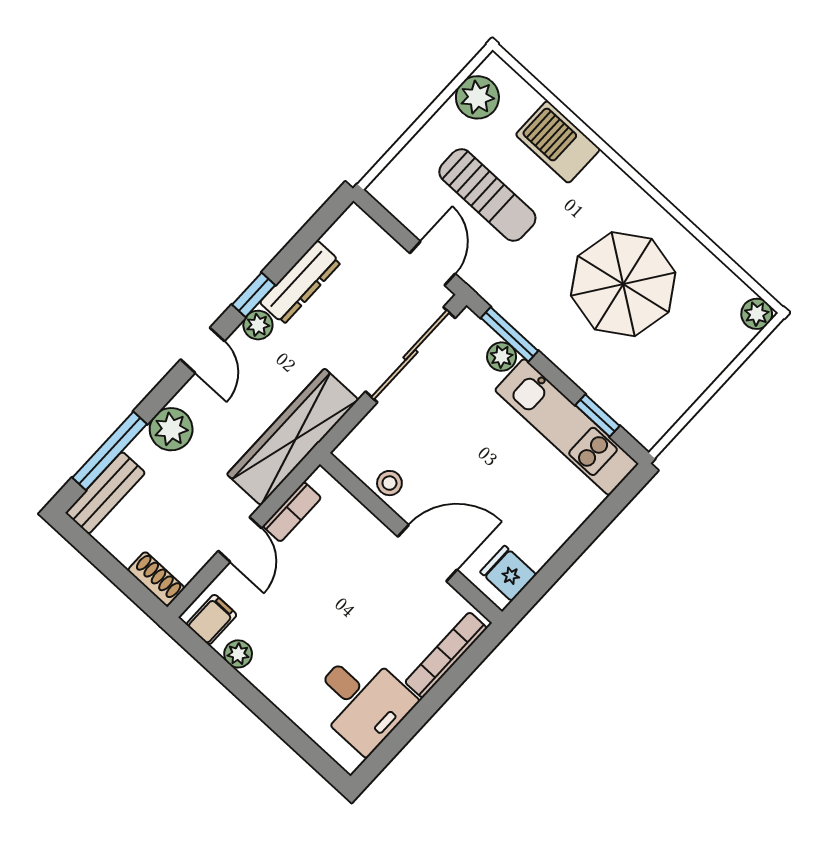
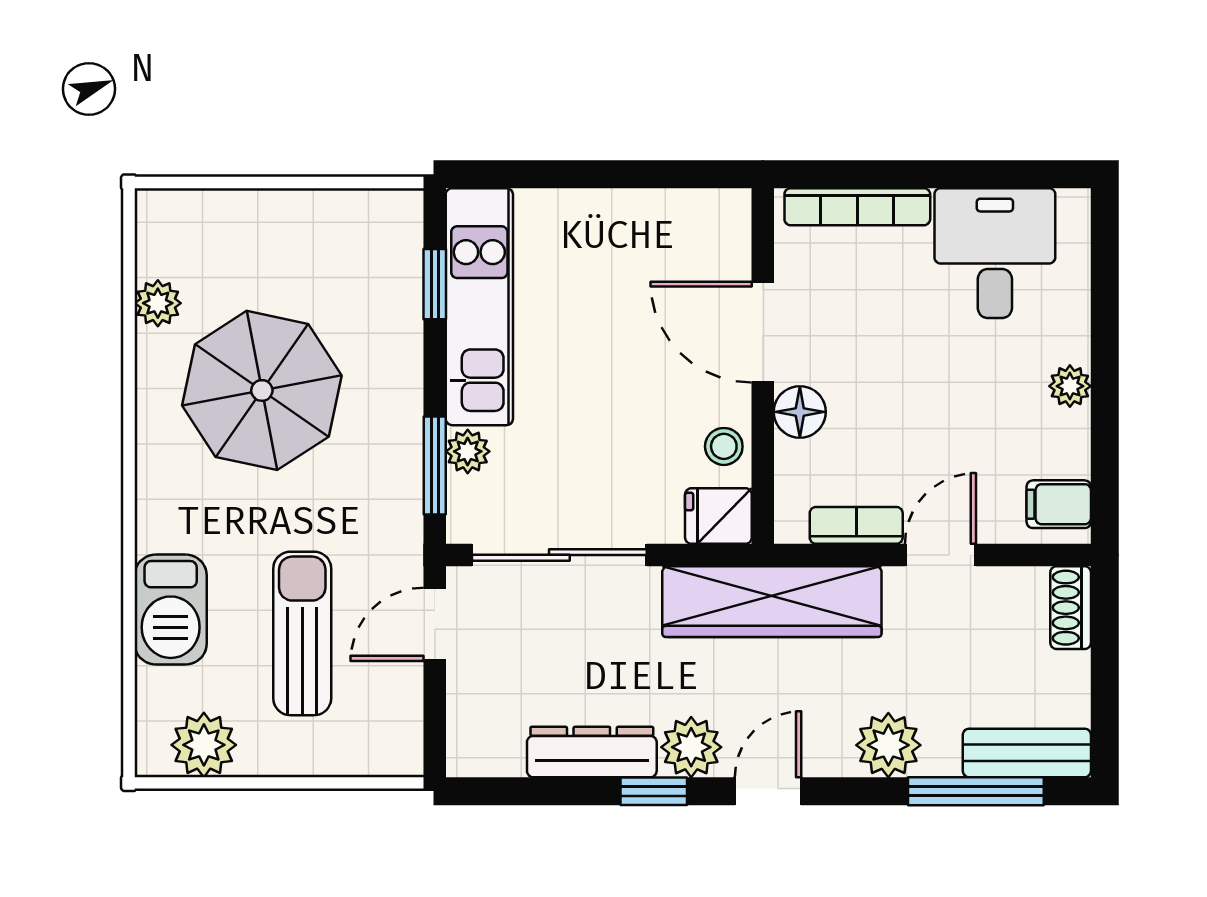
plant: (757, 314) -> (158, 303), moved
plant: (258, 325) -> (691, 747), width x1.38, depth x1.38
floor lamp: (372, 535) -> (800, 412), added
fridge: (508, 573) -> (718, 516), moved, turned 90
plant: (238, 654) -> (1070, 386), moved

